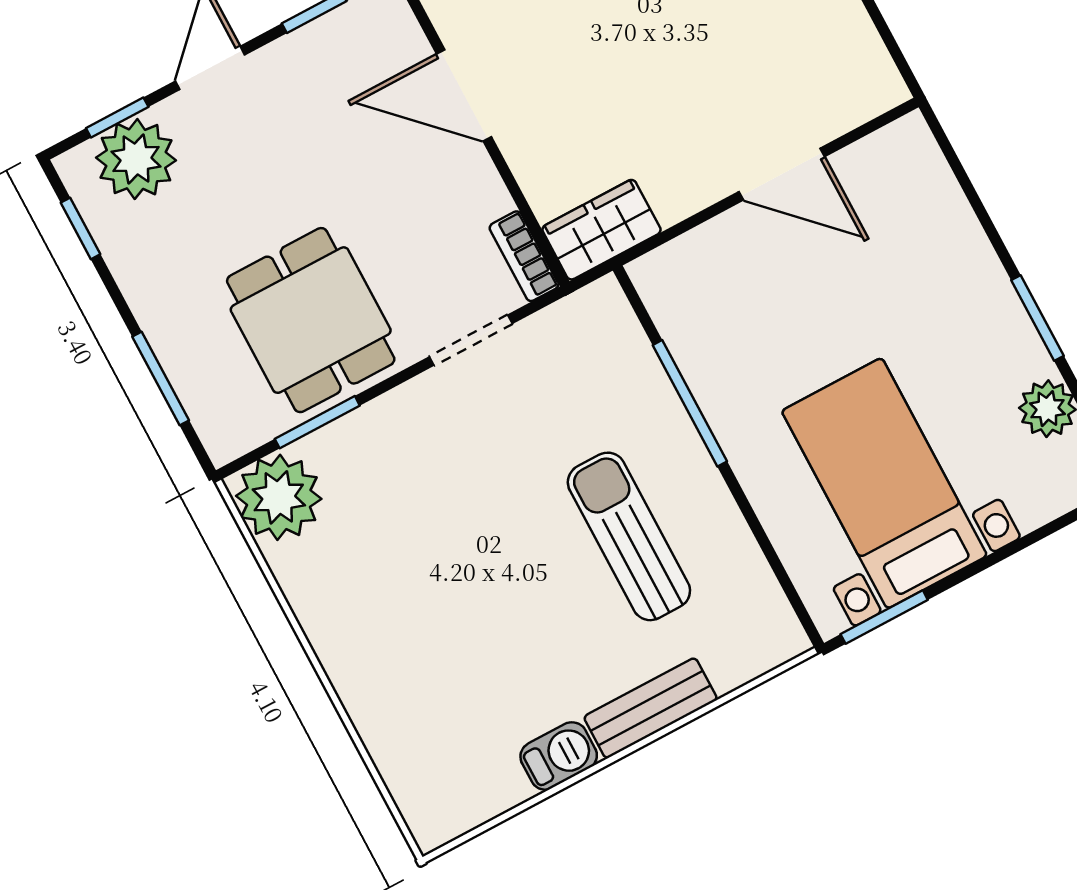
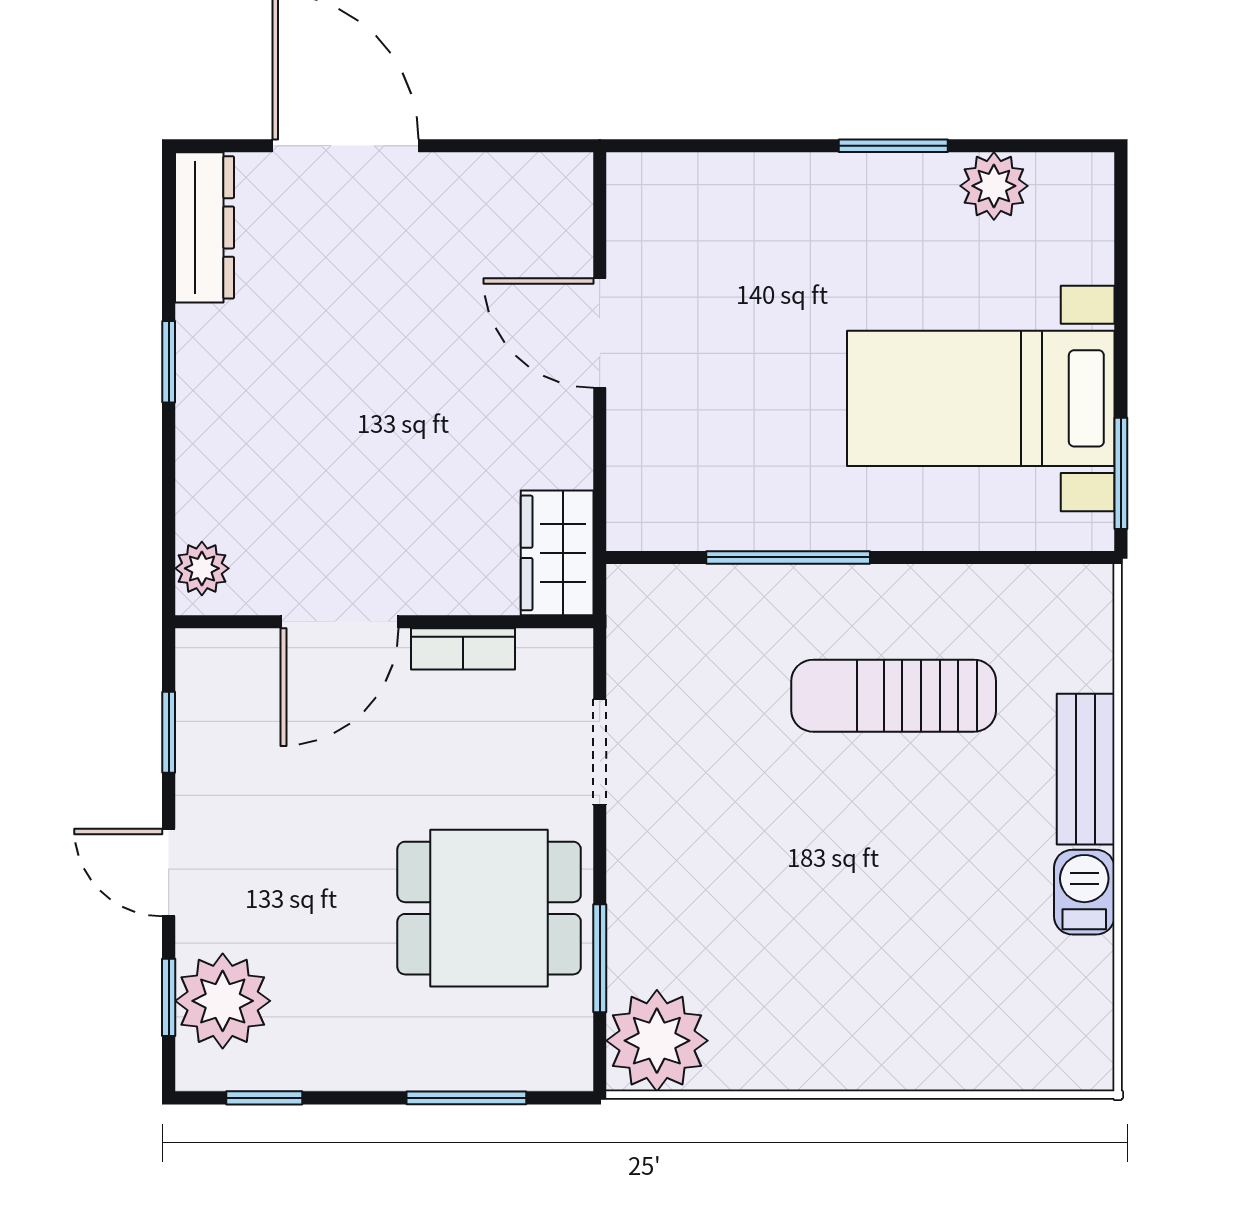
door: (782, 174) -> (600, 333), swing flipped
bookcase: (524, 256) -> (463, 649), moved

